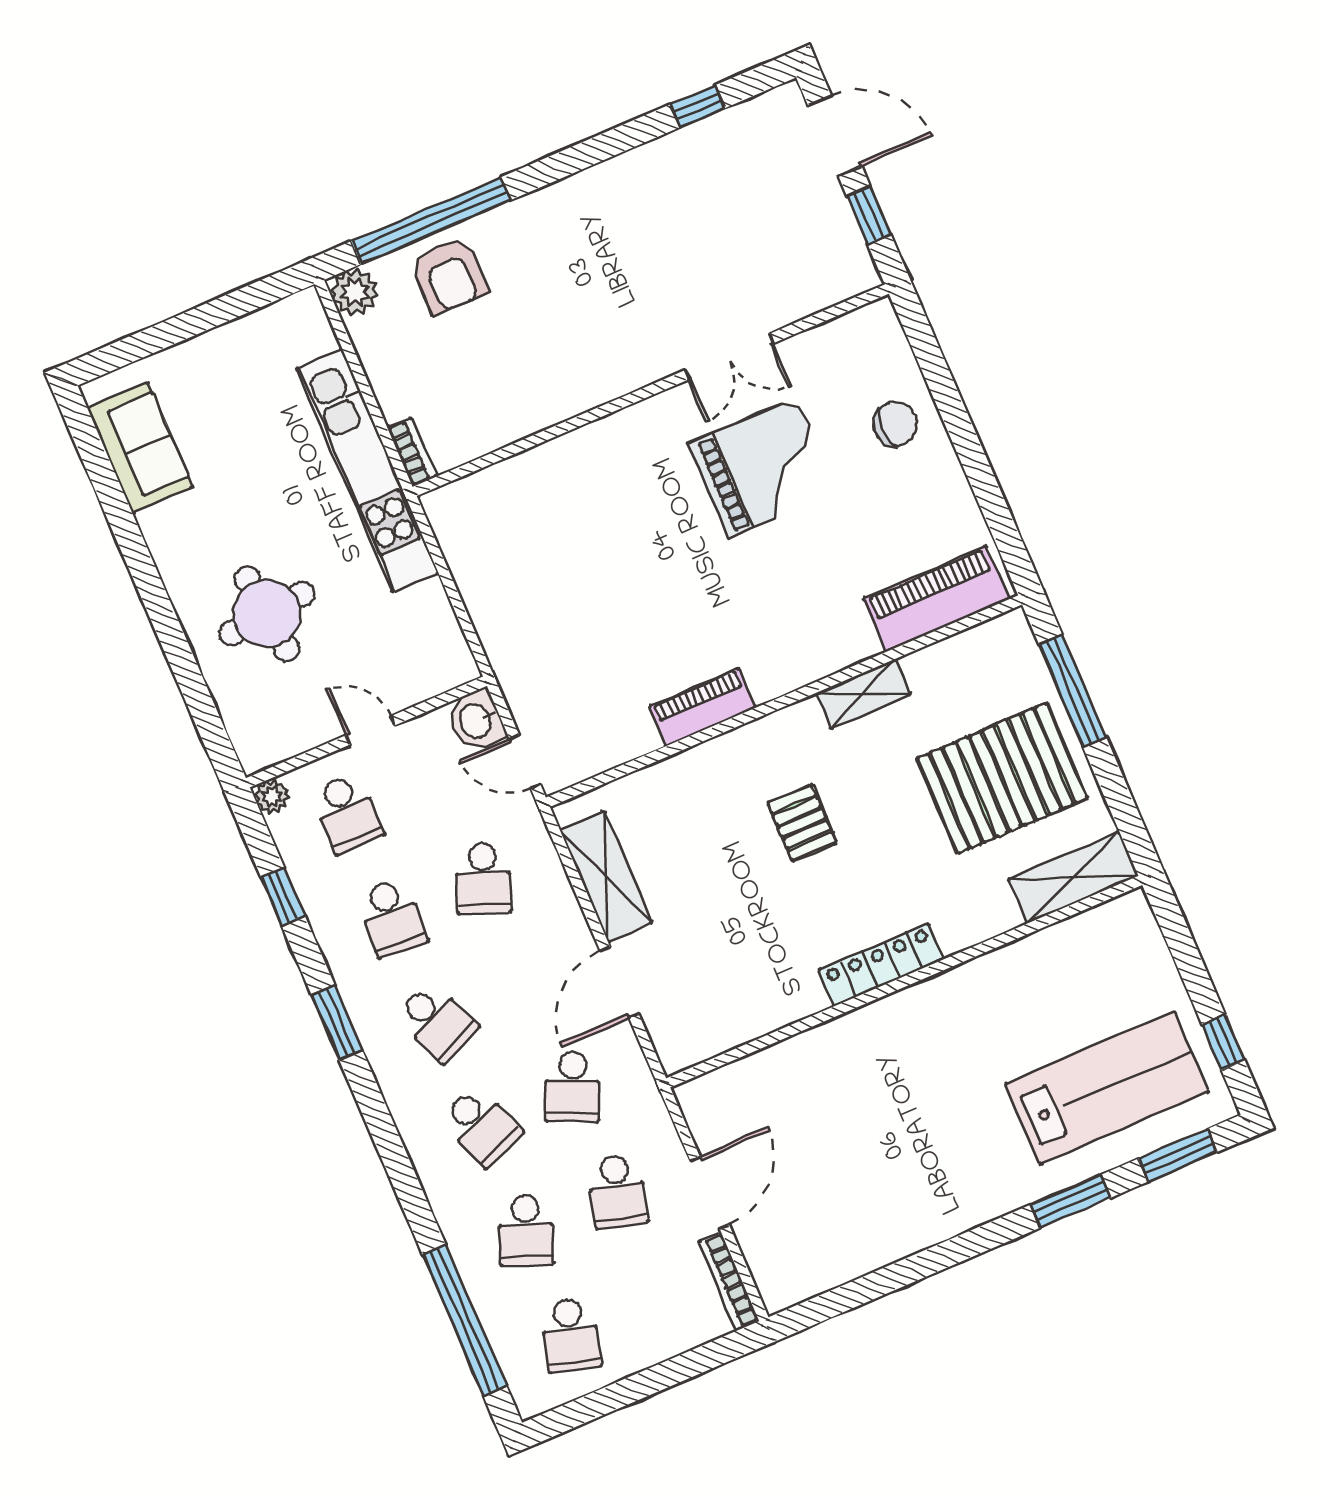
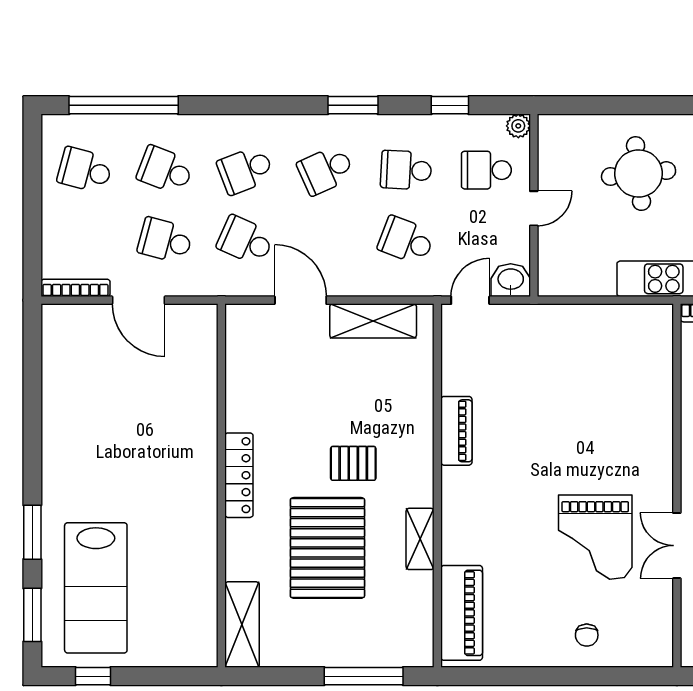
chair: (895, 424) -> (587, 635), width x0.73, depth x0.73
pallet: (1002, 778) -> (327, 548), moved

